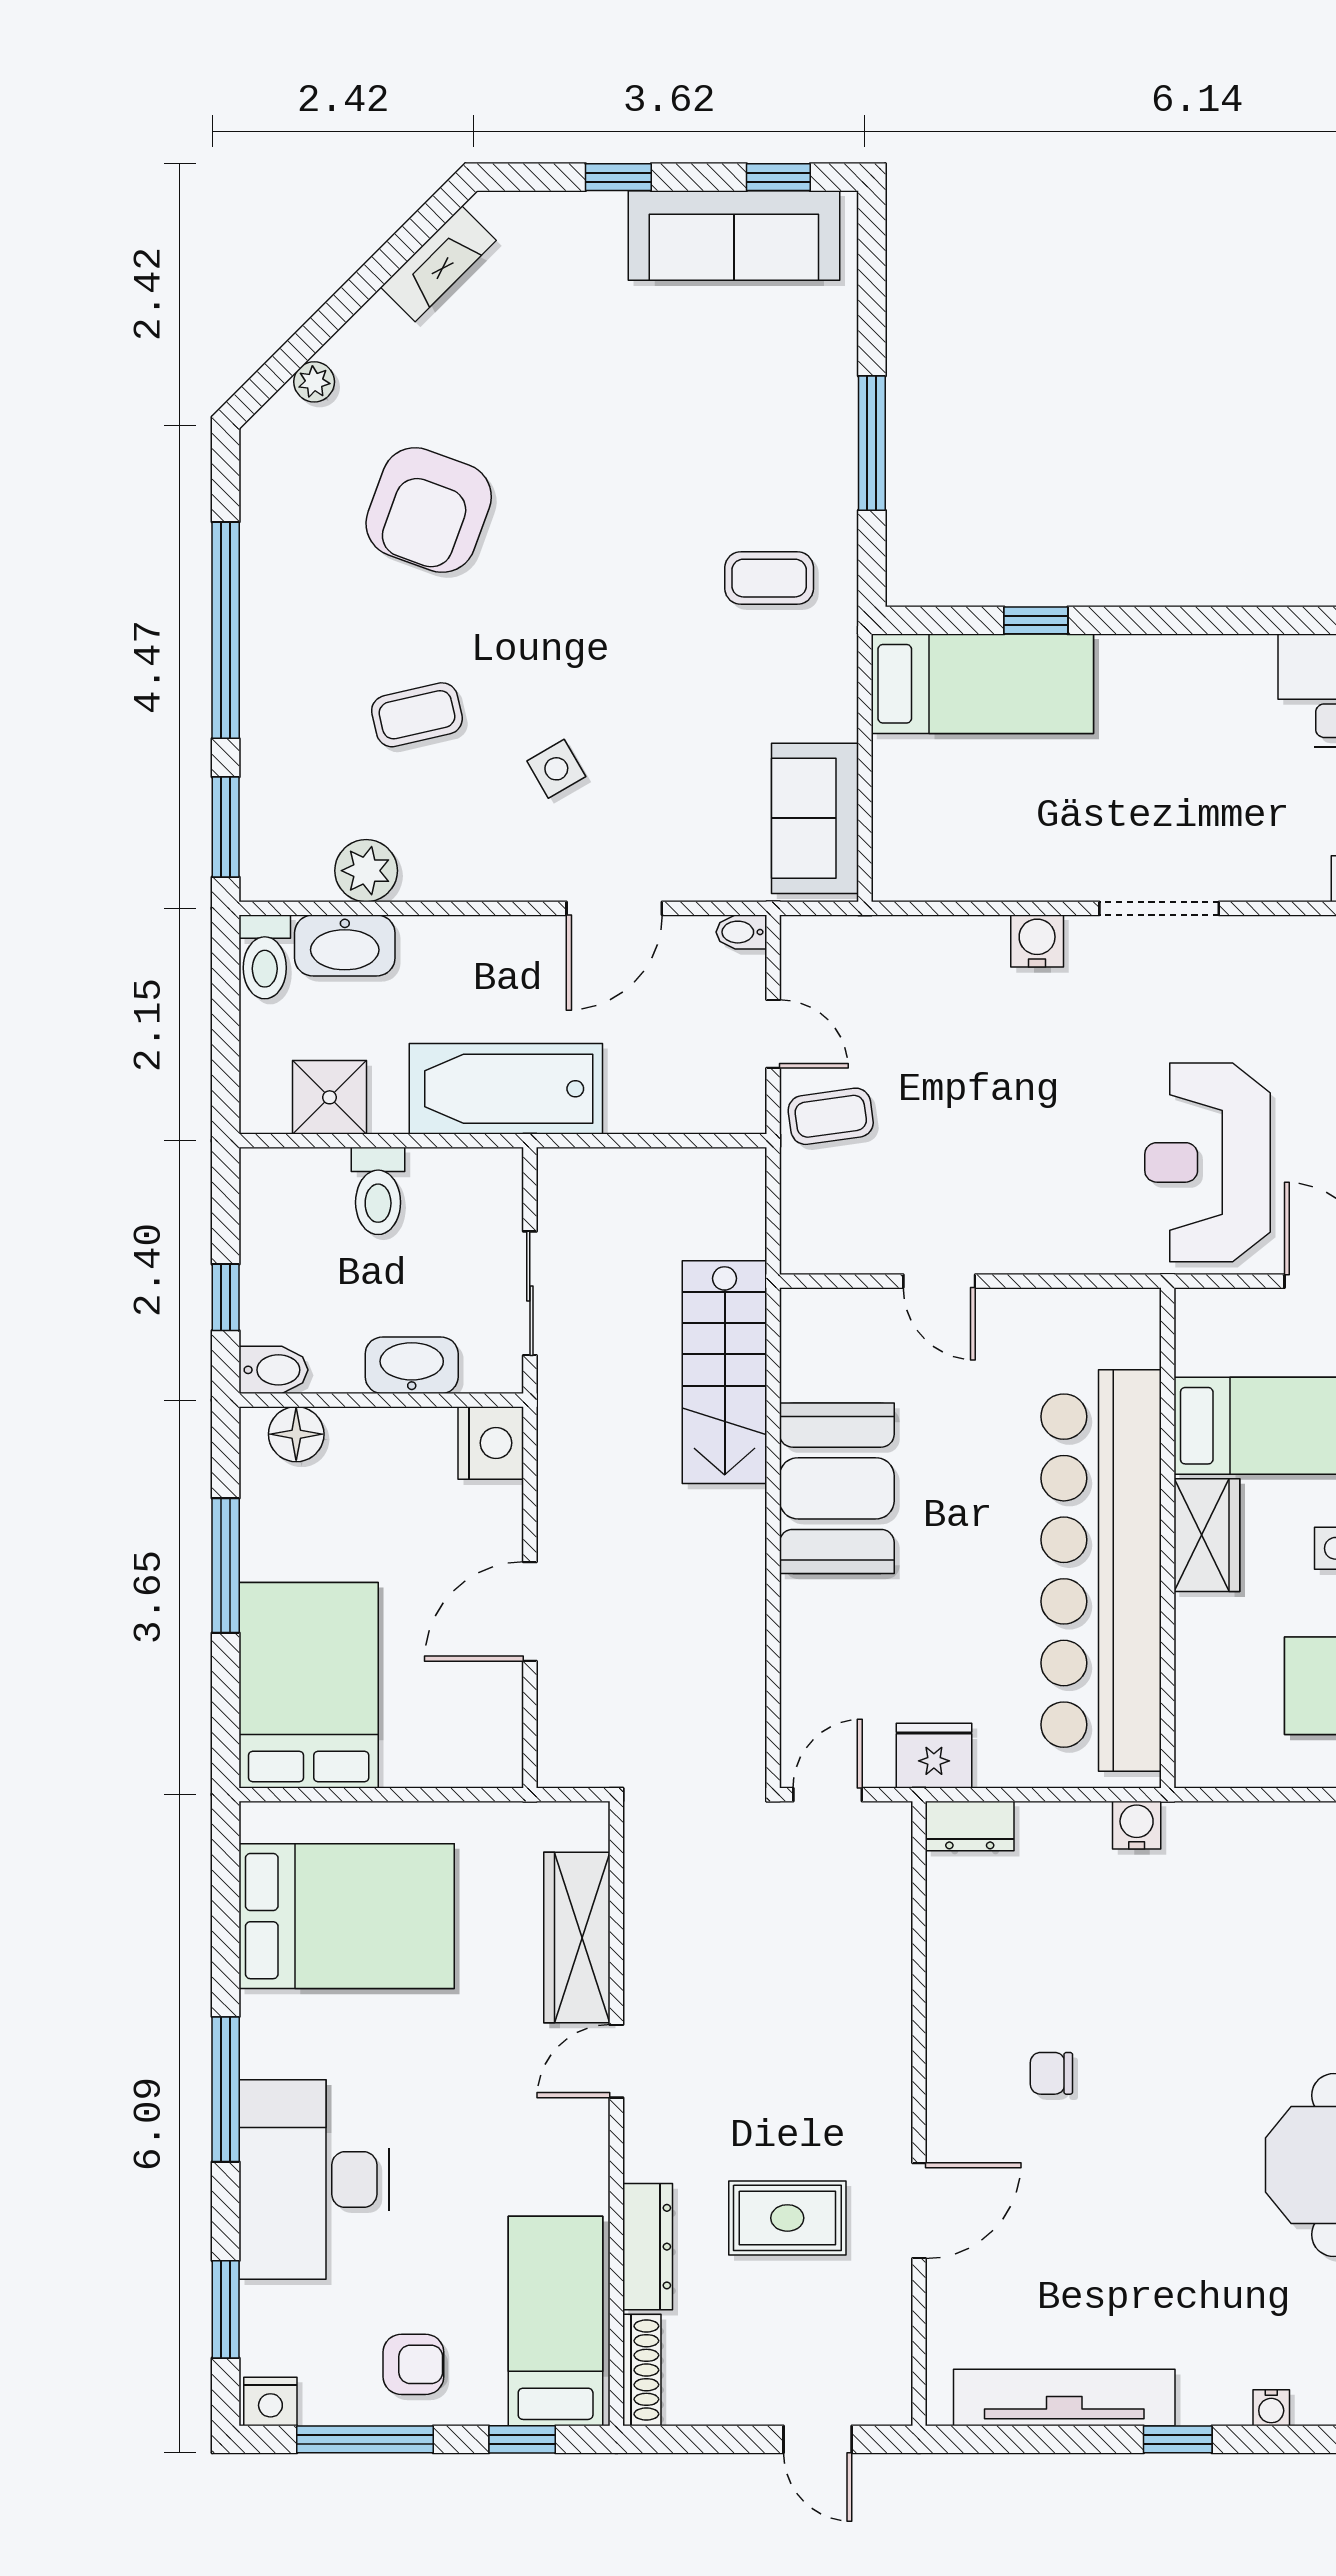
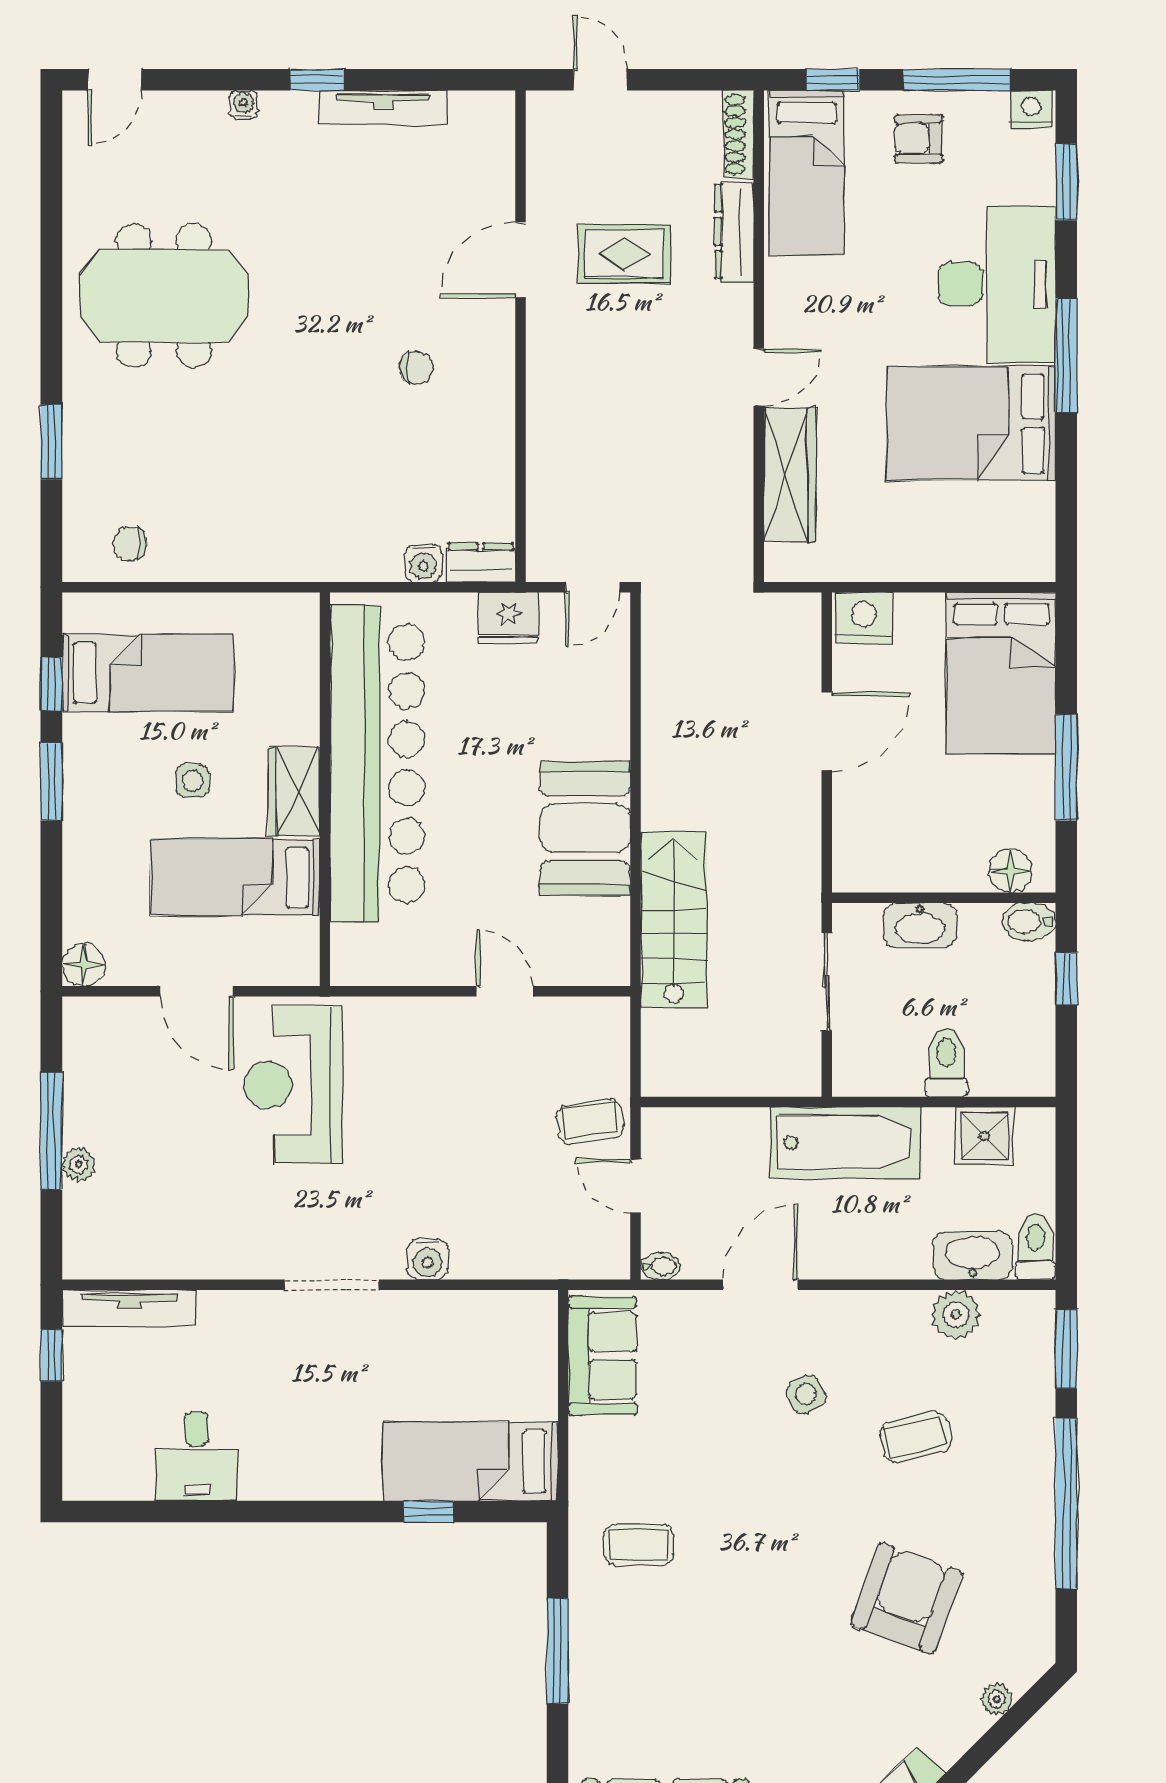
reception desk: (1207, 1162) -> (293, 1085), turned 180
nightstand: (491, 1443) -> (864, 618), moved, turned 90
water cooler: (1137, 1825) -> (423, 563), moved
bed: (347, 1916) -> (971, 423), moved
tv unit: (1064, 2397) -> (383, 108), width x0.73, depth x0.78

